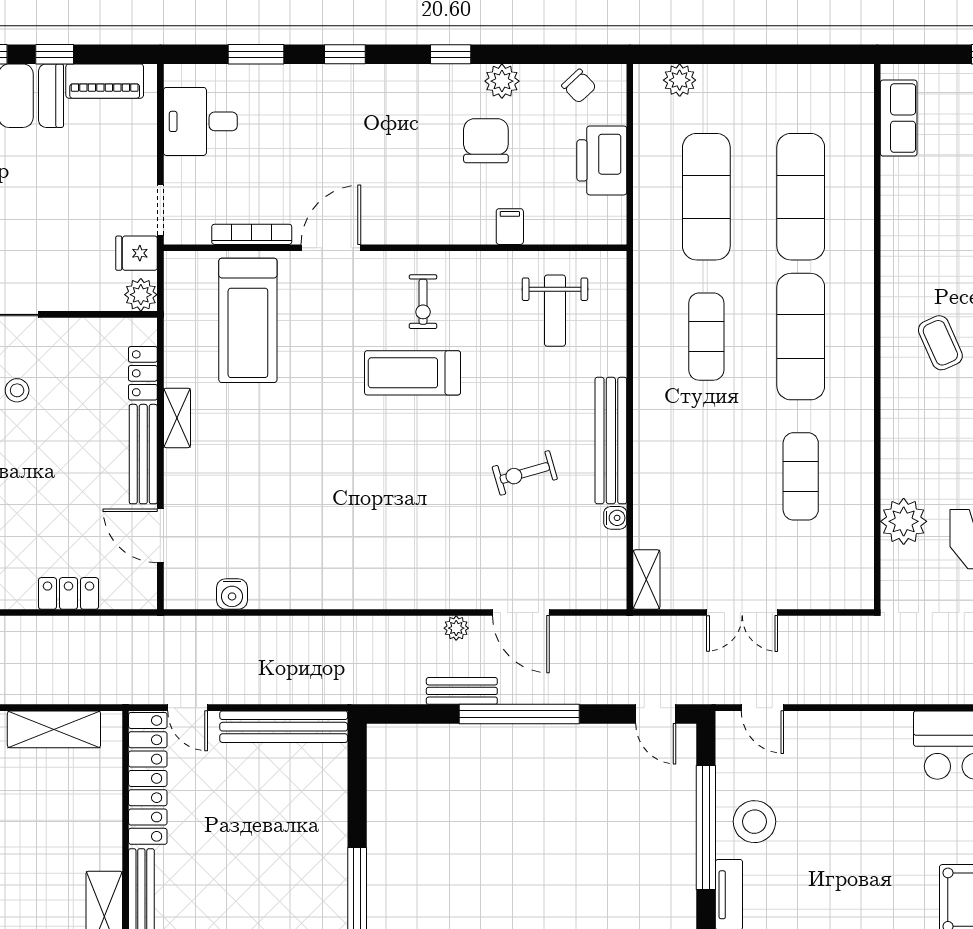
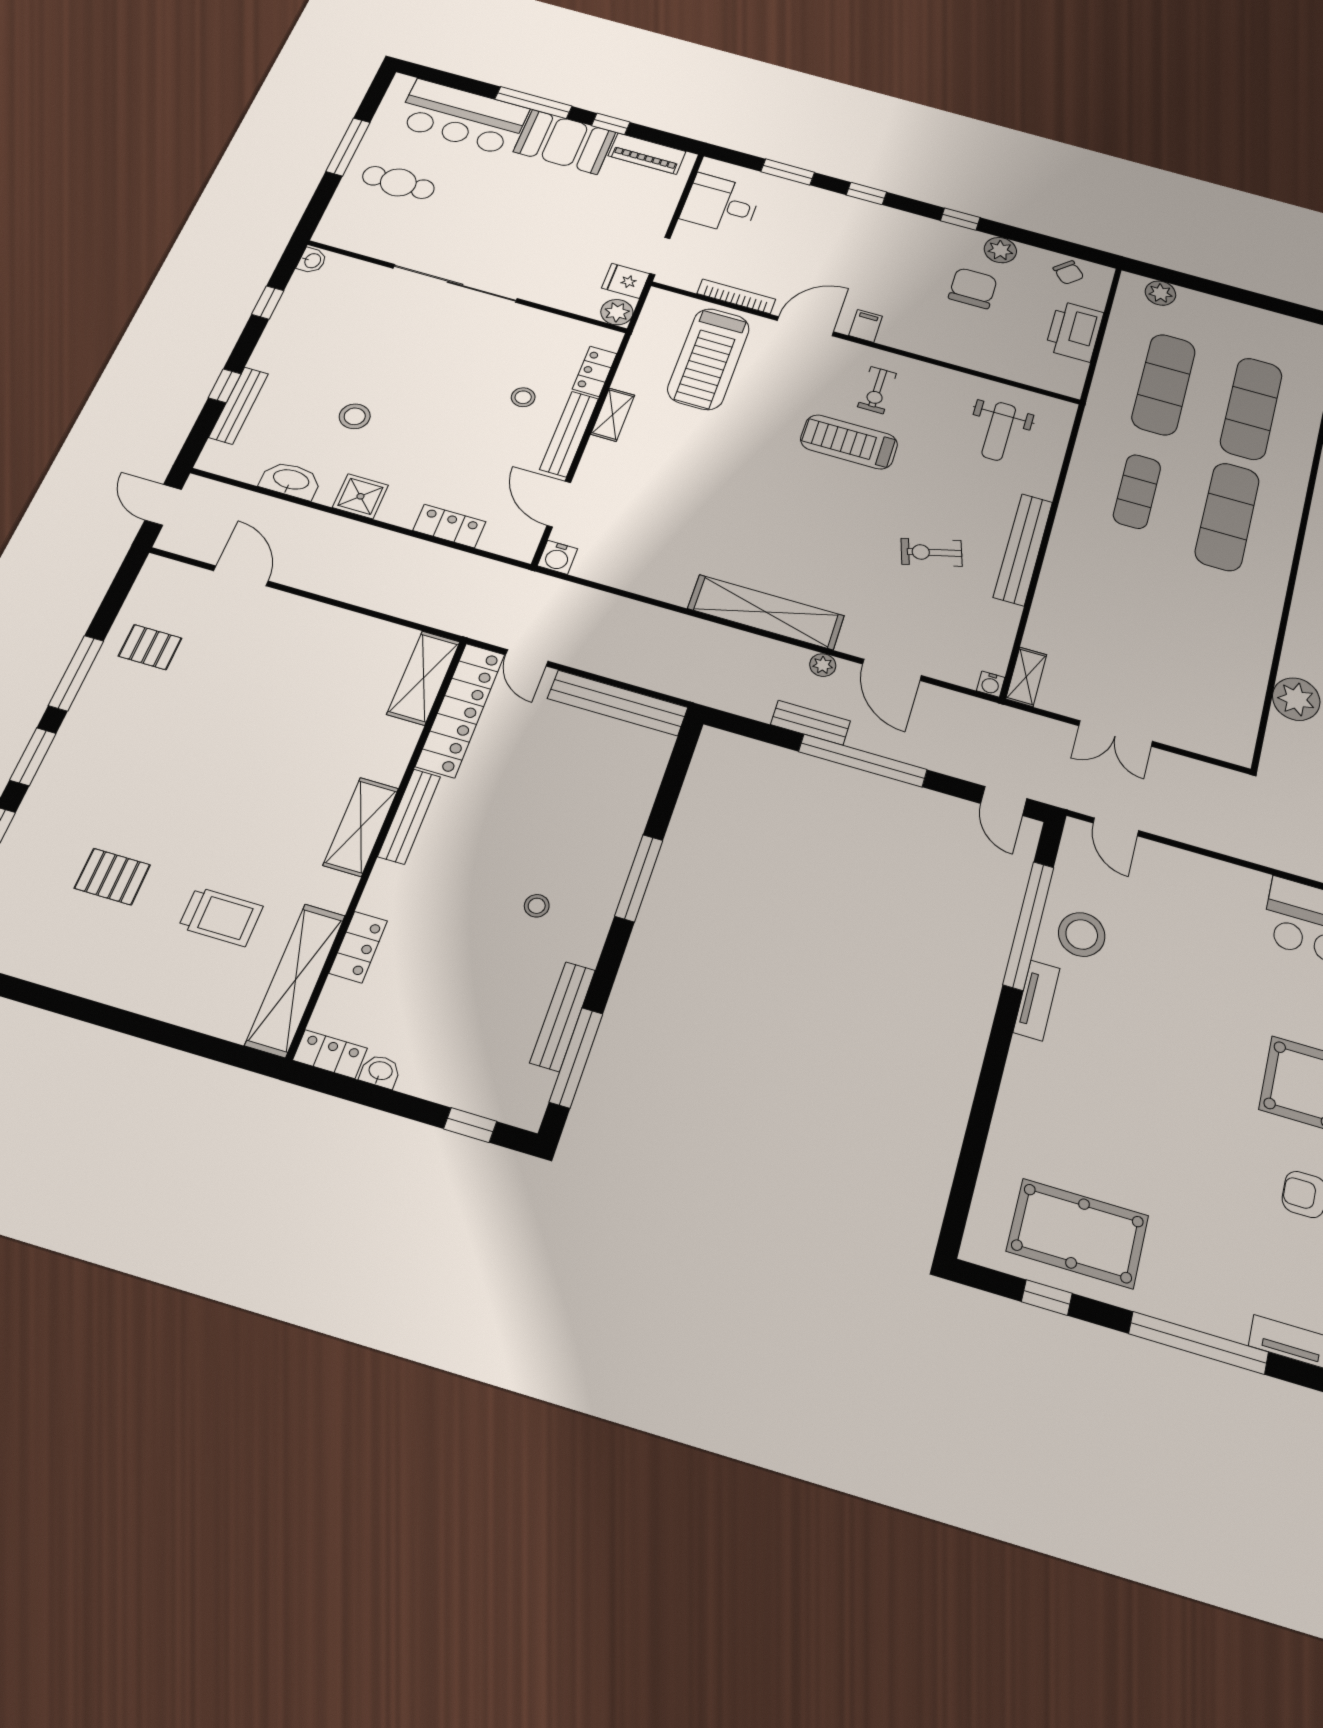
filing cabinet: (510, 227) -> (866, 326), moved
stool: (17, 390) -> (523, 397), moved
exercise mat: (801, 476) -> (1202, 631), removed
water cooler: (615, 518) -> (991, 684), moved, turned 90
shelving: (388, 589) -> (766, 612), added
water cooler: (232, 594) -> (557, 557), moved
shelving: (54, 729) -> (424, 678), moved, turned 90

